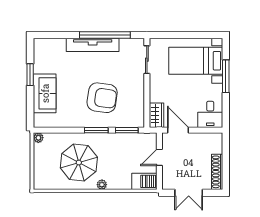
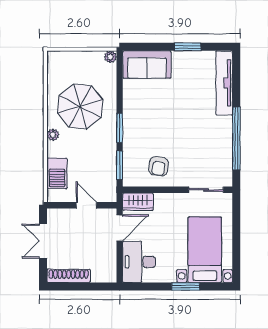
tv unit: (93, 45) -> (224, 83), moved
window: (226, 76) -> (186, 286), width x0.69
sofa: (45, 93) -> (147, 65), moved
armchair: (102, 98) -> (159, 166), moved, width x0.53, depth x0.53
desk: (210, 114) -> (139, 262), width x1.37
barbecue: (144, 181) -> (57, 173), moved

